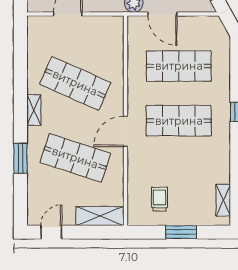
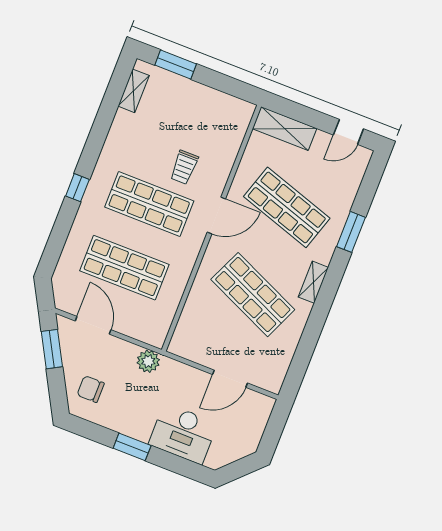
door: (162, 14) -> (93, 325), moved
trolley: (159, 199) -> (184, 167), moved
window: (181, 232) -> (176, 65), moved

